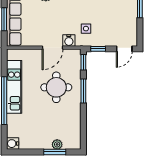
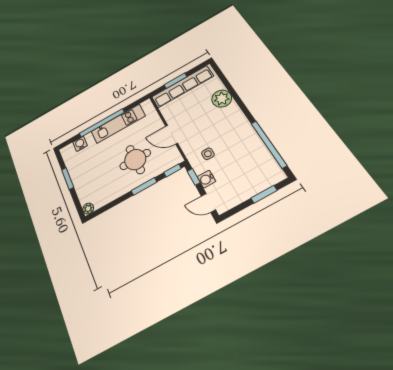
water cooler: (69, 41) -> (206, 179), moved
water cooler: (13, 144) -> (80, 144), moved
plant: (57, 144) -> (88, 209), moved
window: (55, 152) -> (68, 179), moved

